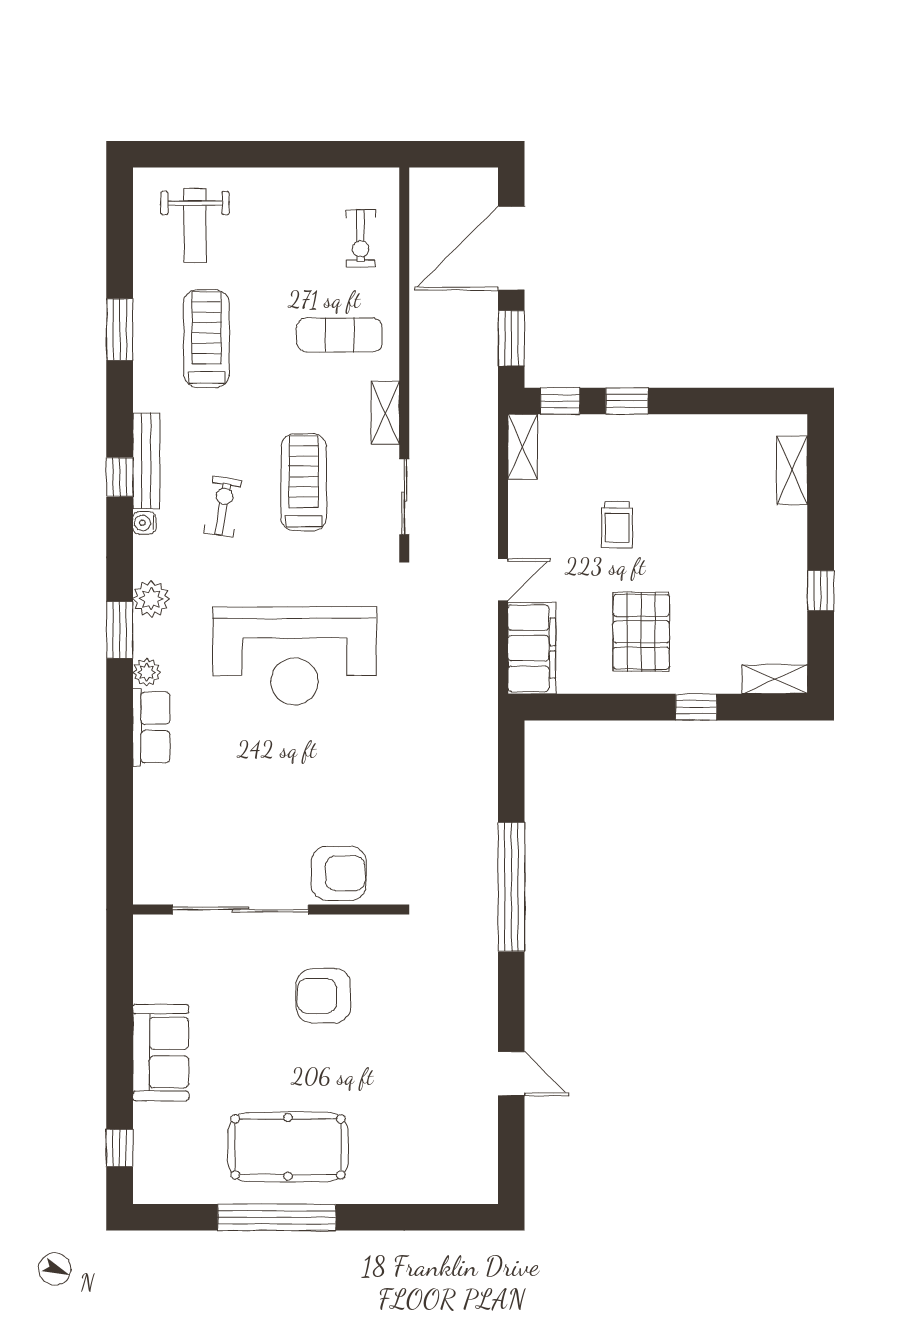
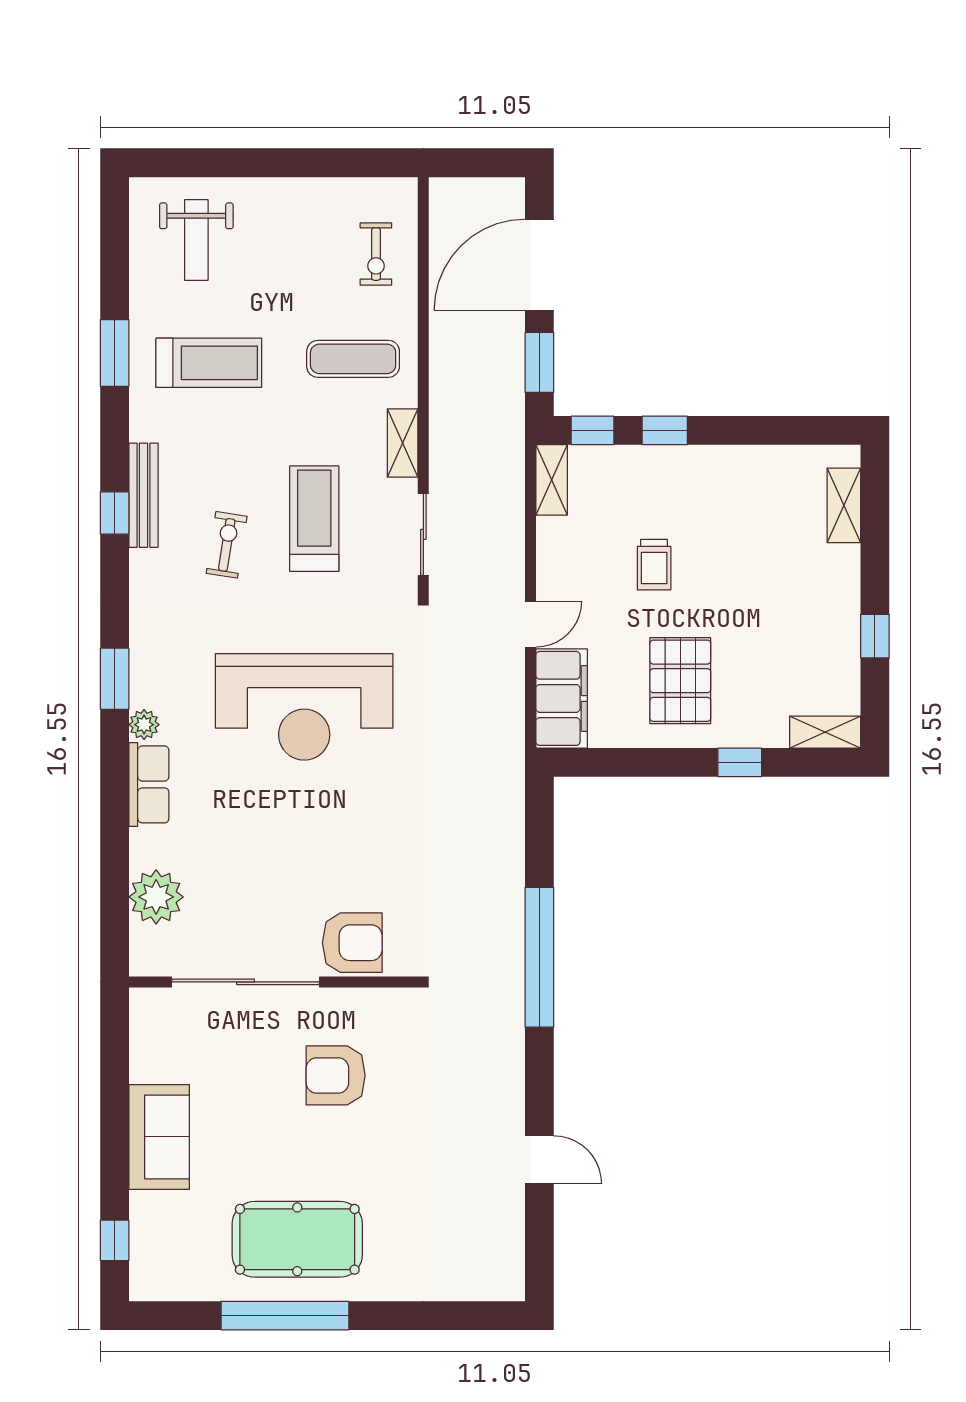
treadmill: (206, 339) -> (209, 363), turned 90
water cooler: (144, 523) -> (141, 563), removed
plant: (151, 599) -> (156, 897), moved, width x1.36, depth x1.36

